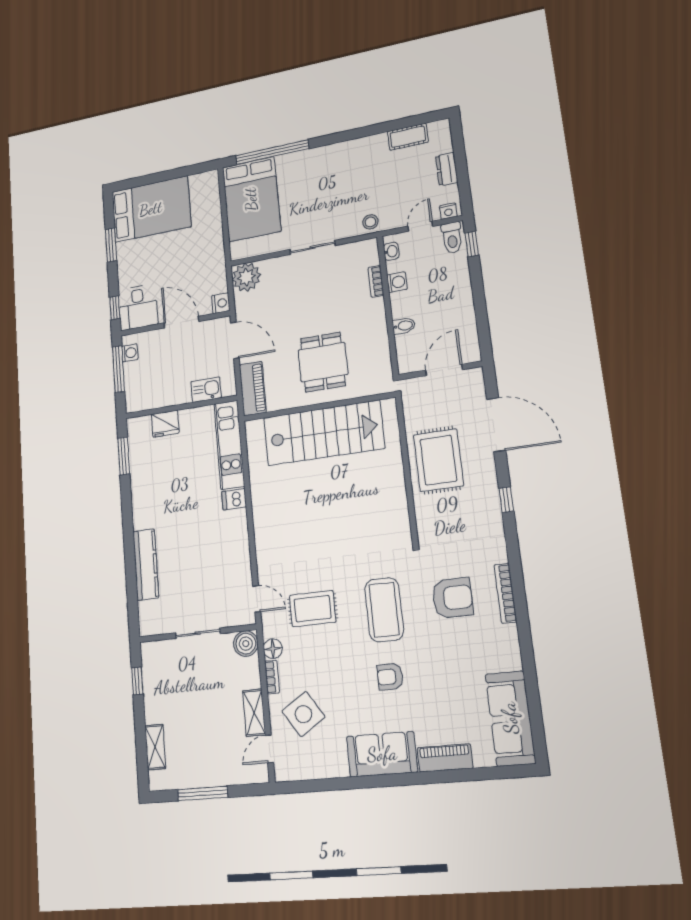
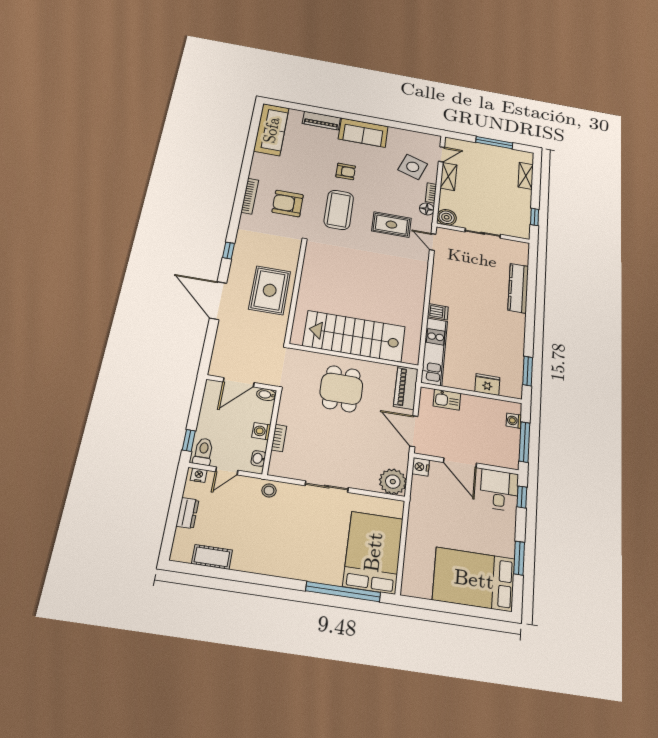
washing machine: (130, 353) -> (514, 421), moved
door: (444, 370) -> (239, 382), moved
wall: (440, 371) -> (242, 383), moved
side table: (303, 714) -> (413, 167), turned -38

